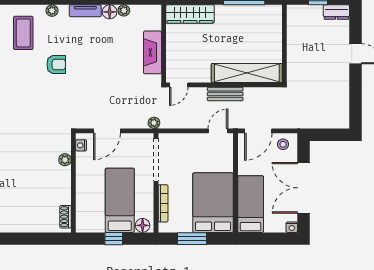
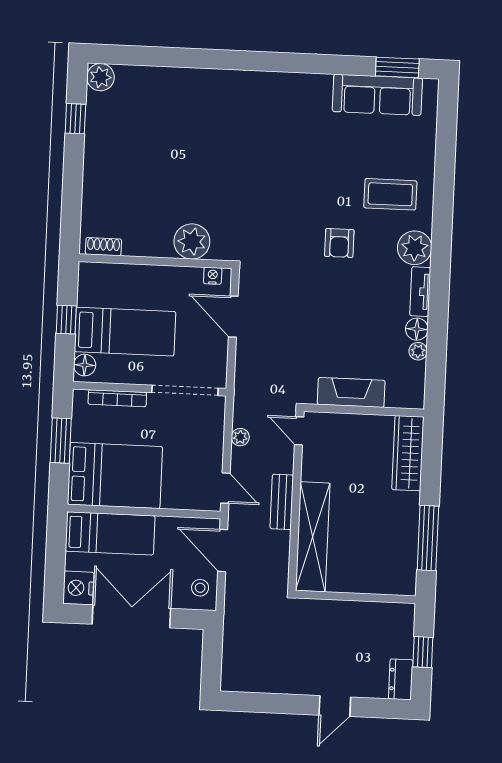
plant: (52, 11) -> (415, 248), width x1.87, depth x1.87
plant: (154, 123) -> (240, 437), moved
plant: (65, 160) -> (192, 241), width x1.88, depth x1.88
nightstand: (292, 227) -> (78, 588), width x1.89, depth x1.79

